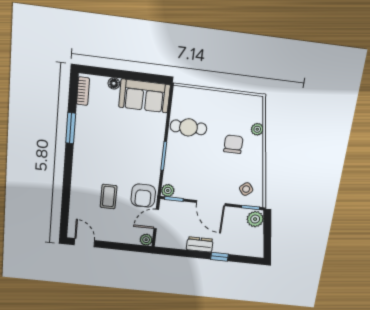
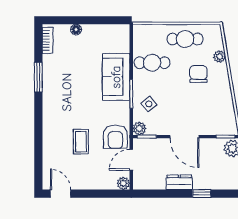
sofa: (144, 96) -> (116, 77), moved, turned 90
cafe table: (225, 107) -> (185, 39), added
side table: (246, 189) -> (149, 104), moved

